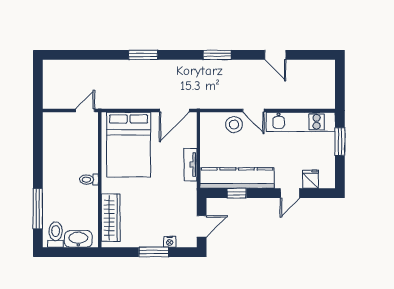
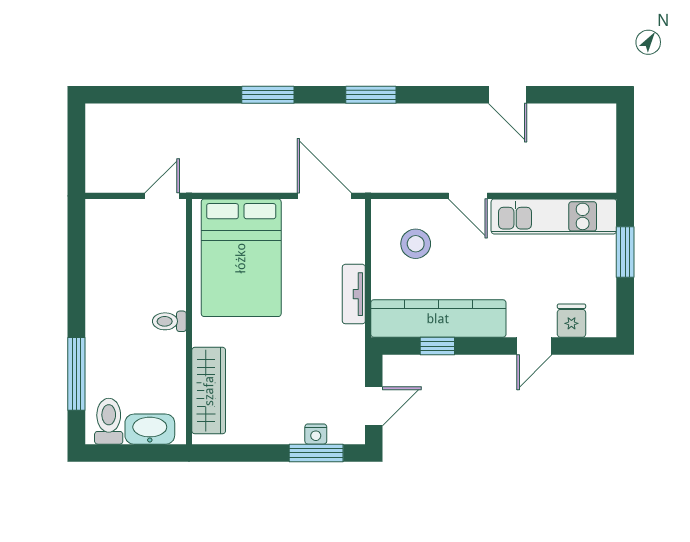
window: (217, 55) -> (371, 95), moved
door: (174, 111) -> (324, 196), swing flipped
stool: (234, 125) -> (416, 244), moved
window: (154, 252) -> (316, 453), moved

